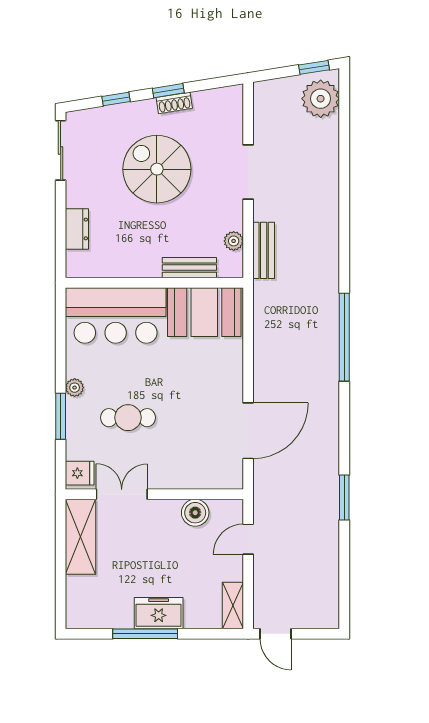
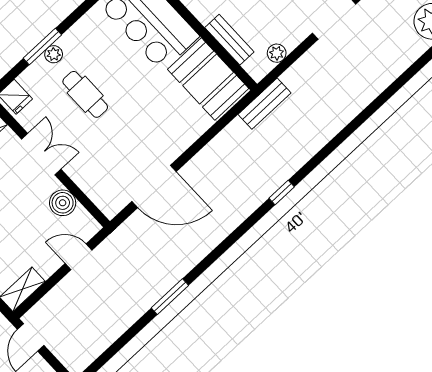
bench: (264, 250) -> (265, 104), moved
window: (344, 337) -> (282, 193), width x0.32
plant: (75, 388) -> (54, 54), moved
double door: (122, 494) -> (41, 154), moved

